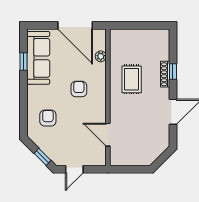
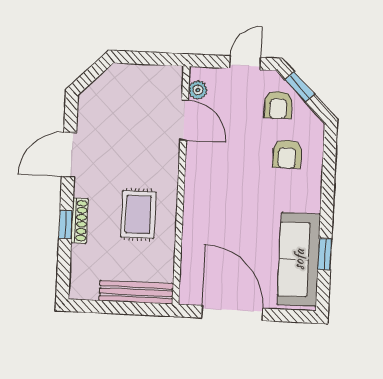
bench: (131, 35) -> (136, 292), added
plant: (101, 56) -> (198, 90), moved
armchair: (79, 89) -> (278, 105), moved

